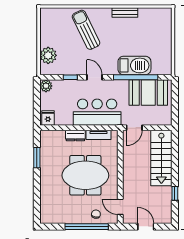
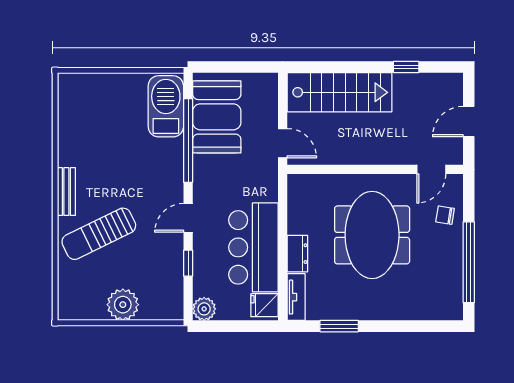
bench: (125, 13) -> (66, 192), moved
plant: (48, 55) -> (123, 305), moved
barbecue: (134, 65) -> (166, 106), moved
bar counter: (97, 112) -> (253, 247), moved
tv unit: (99, 135) -> (296, 297), moved
window: (87, 227) -> (469, 262), moved

